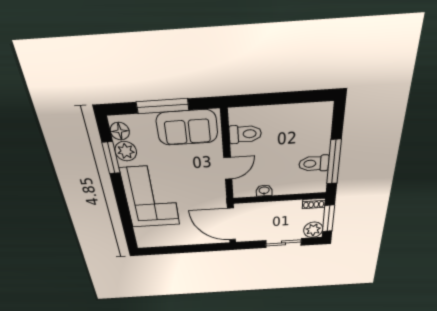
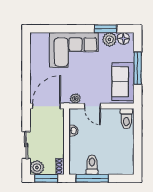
toilet: (245, 134) -> (126, 119), moved
plant: (219, 191) -> (75, 99), added

